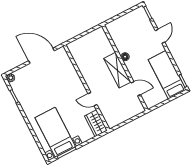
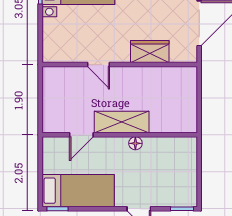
door: (92, 99) -> (98, 65), swing flipped
wardrobe: (96, 123) -> (150, 52), moved

